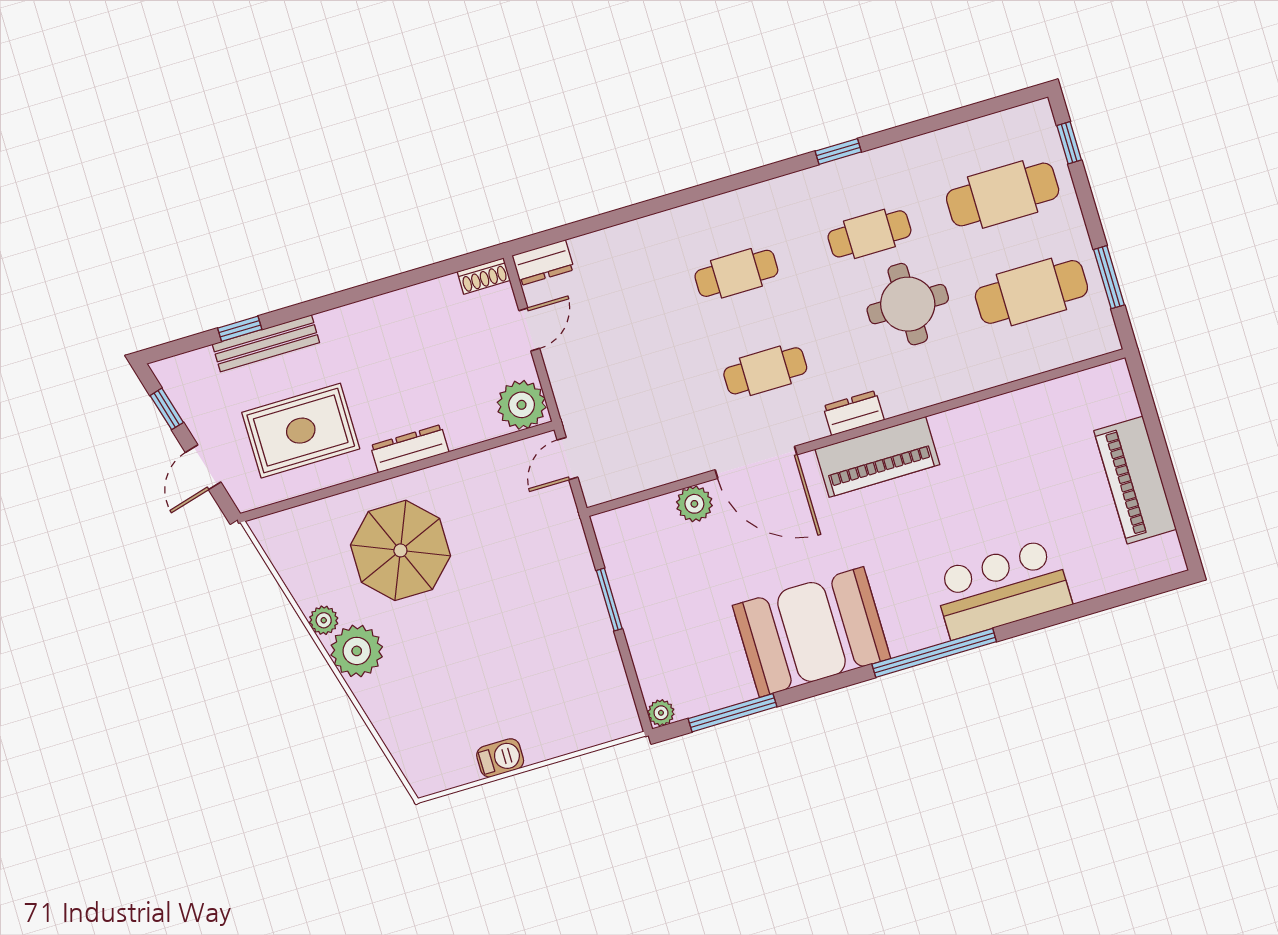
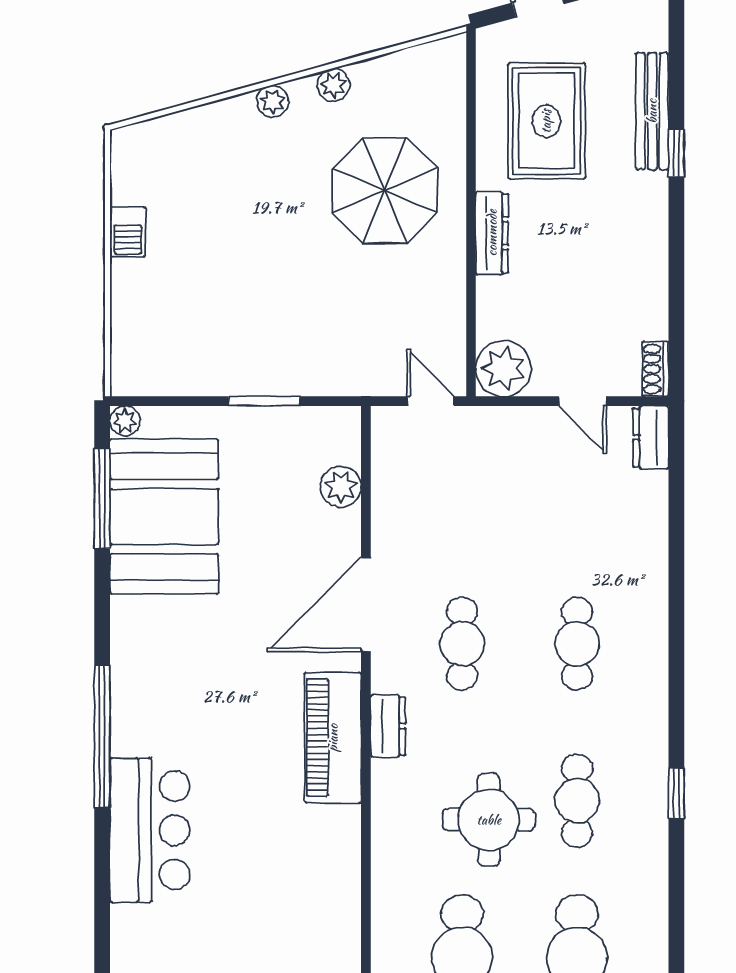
window: (240, 329) -> (676, 153), moved
plant: (694, 504) -> (341, 487), moved
booth: (811, 632) -> (164, 516), moved
plant: (357, 651) -> (273, 101), width x0.53, depth x0.53

